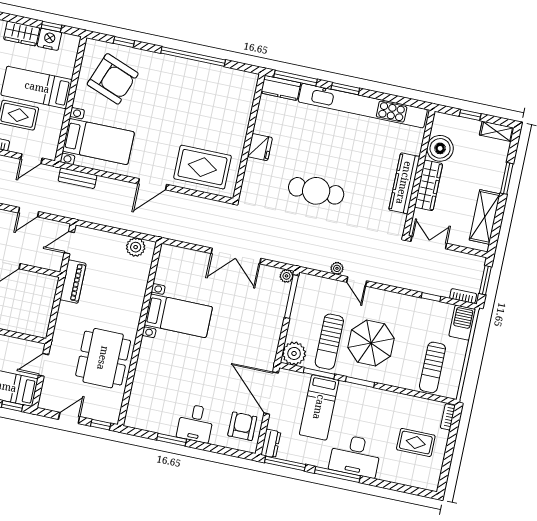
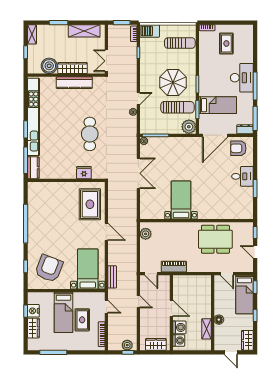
fridge: (260, 147) -> (84, 173), moved

